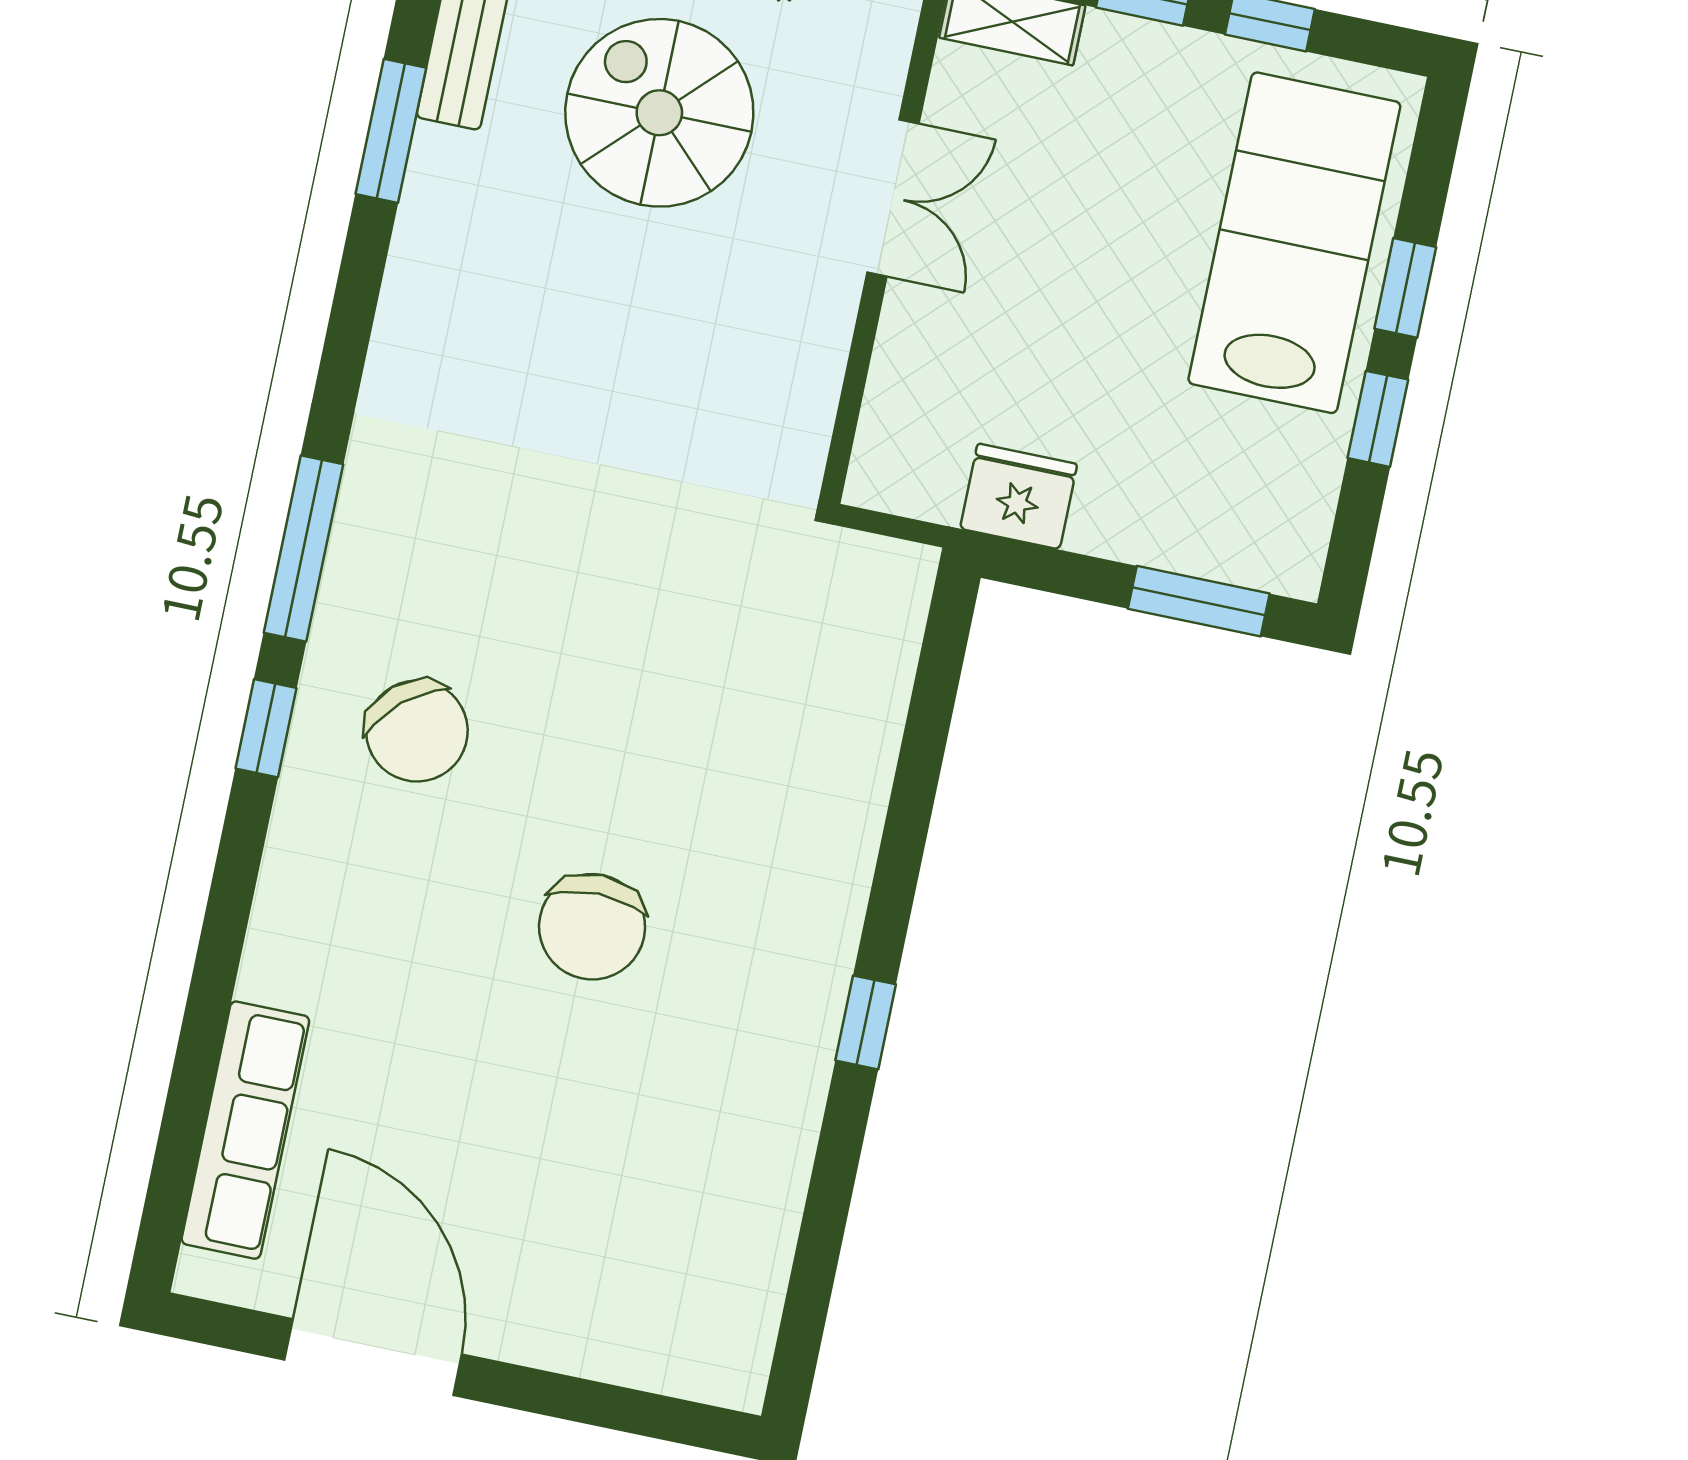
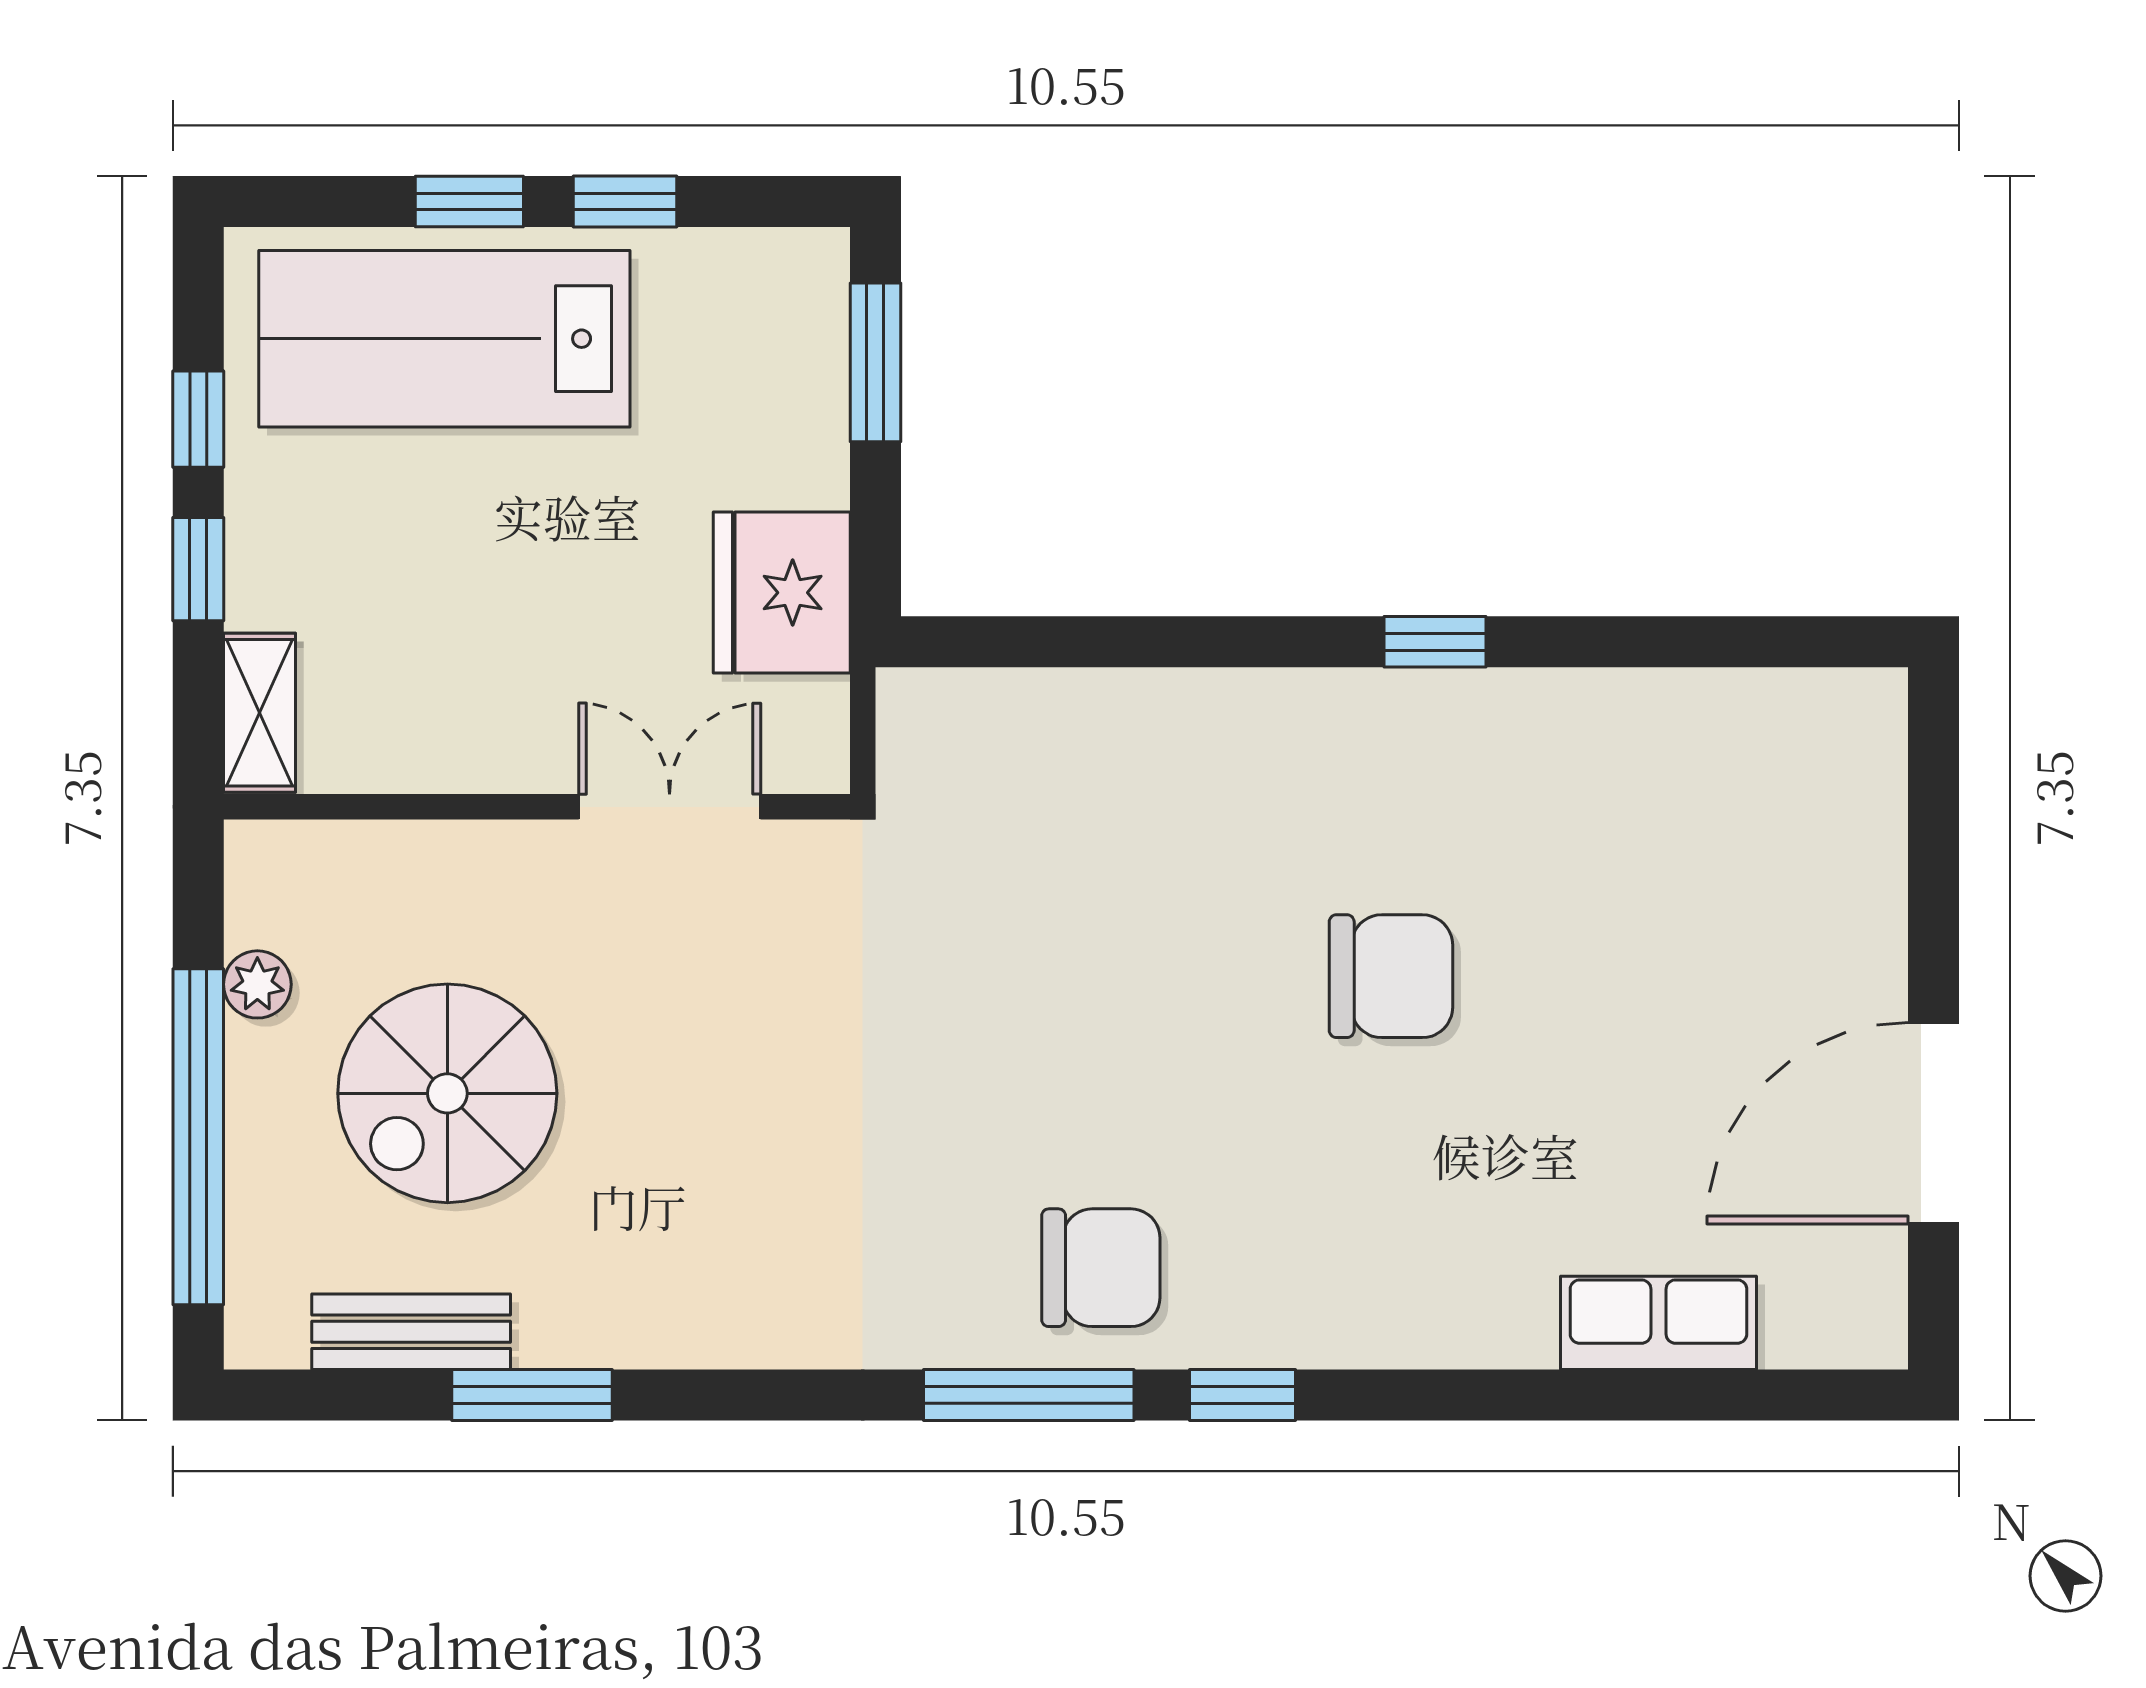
double door: (893, 198) -> (670, 807), moved
fridge: (1019, 496) -> (782, 593), width x1.36, depth x1.34
chair: (417, 731) -> (1101, 1268), moved, turned 41
row of seats: (245, 1130) -> (1658, 1323), width x0.68

